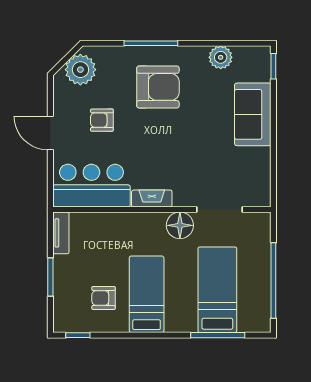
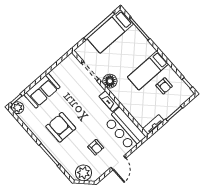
plant: (221, 57) -> (18, 108), moved
armchair: (158, 87) -> (61, 127), moved
bed: (217, 290) -> (110, 31), moved

